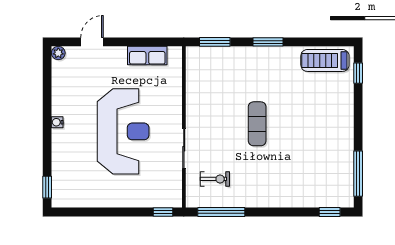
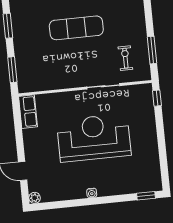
row of seats: (147, 56) -> (28, 112), moved
exercise mat: (257, 124) -> (76, 28), width x1.36, depth x1.45
window: (221, 212) -> (152, 50), width x0.69

